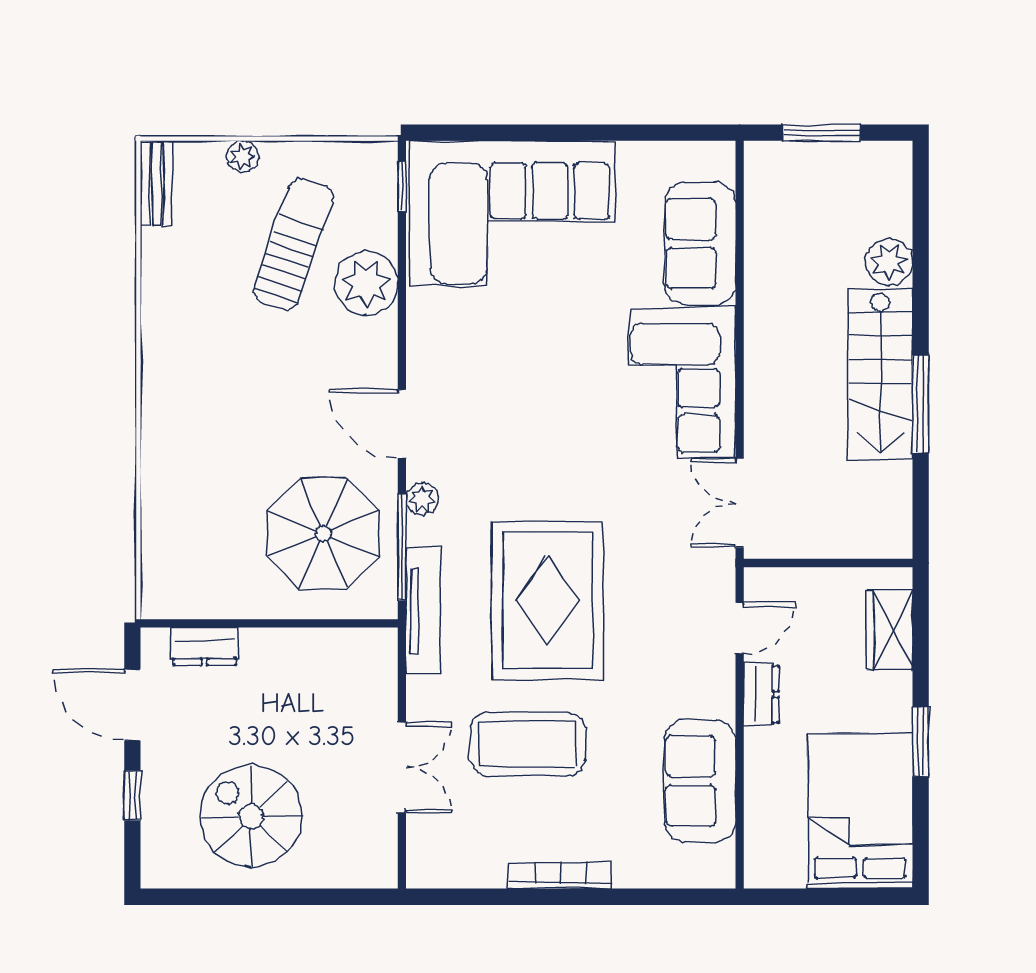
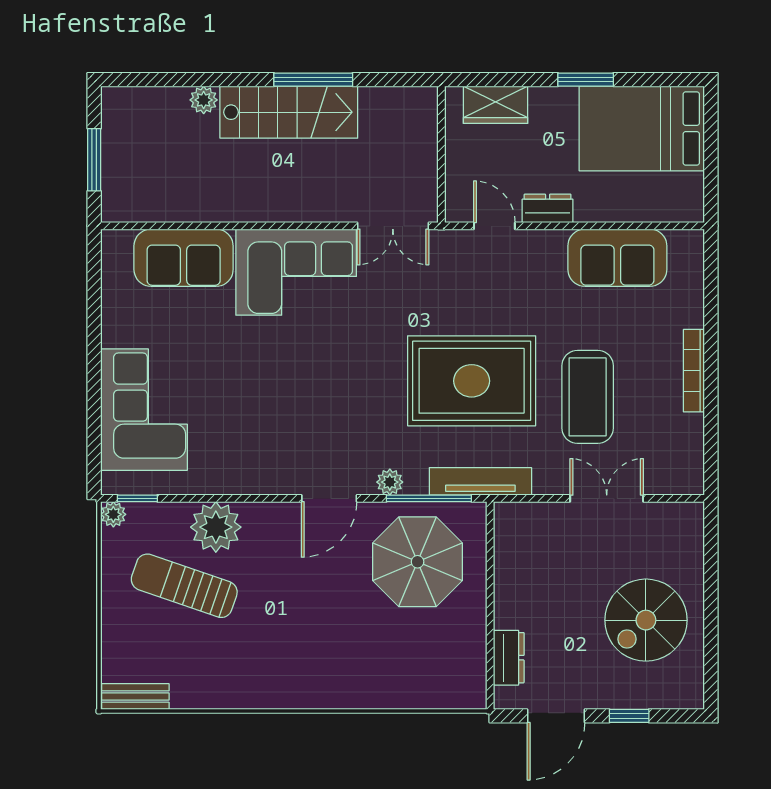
plant: (243, 156) -> (113, 514), moved
corner sofa: (512, 214) -> (144, 410), width x0.73, depth x0.74
plant: (889, 262) -> (204, 100), width x0.73, depth x0.73

